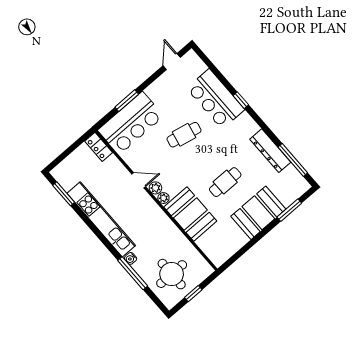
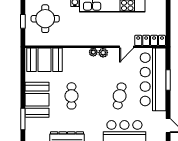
bar counter: (131, 123) -> (153, 79), width x1.36
locker: (99, 147) -> (150, 40), width x1.53
door: (139, 180) -> (127, 47), moved
booth: (190, 214) -> (44, 60), moved

